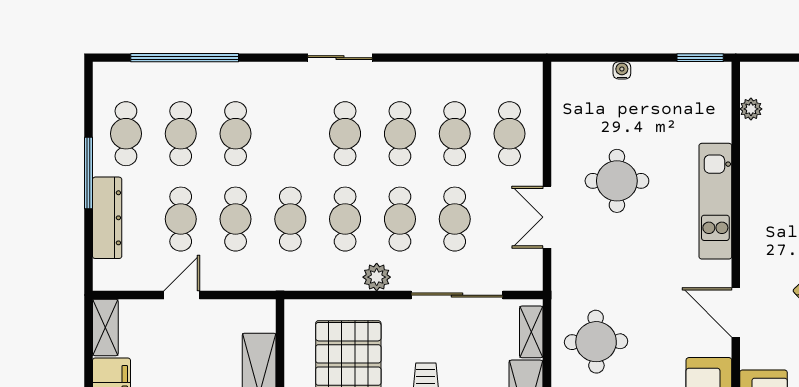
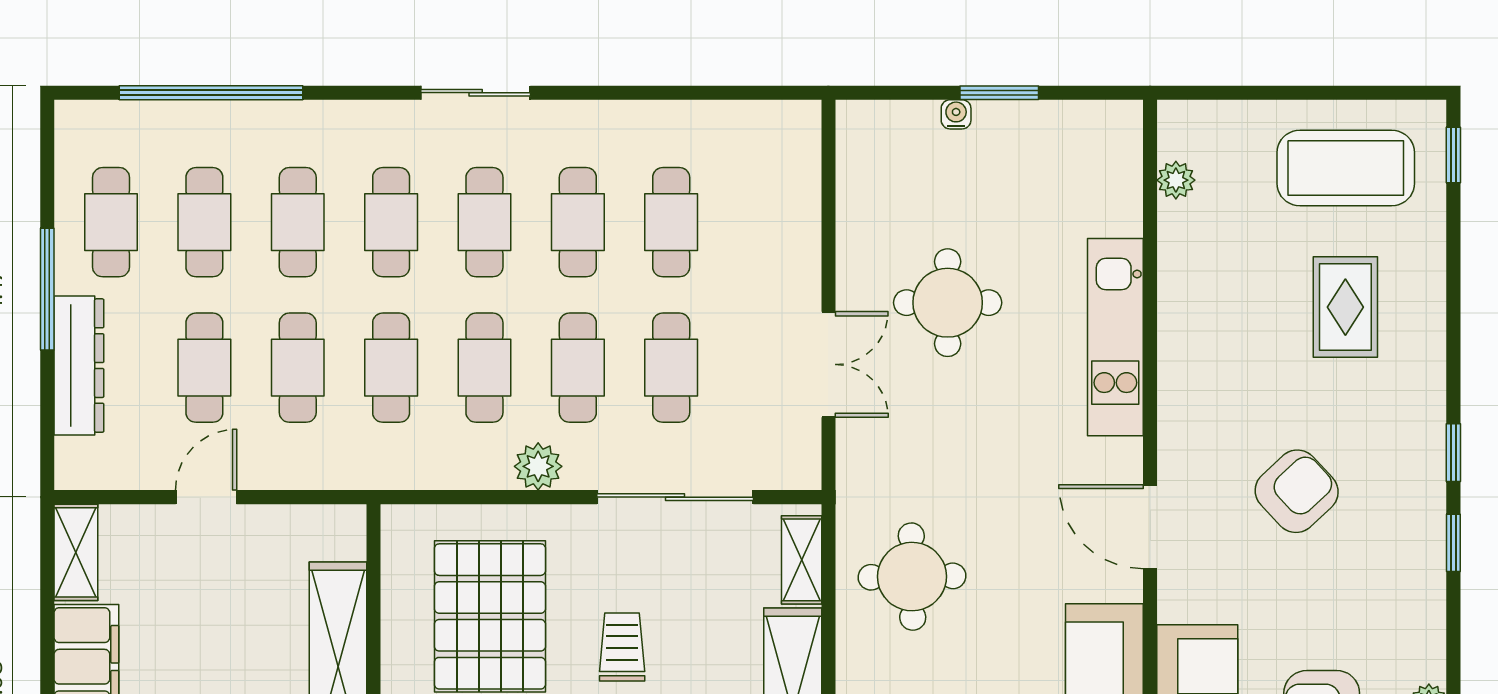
window: (700, 58) -> (999, 93), moved
cafe table: (509, 134) -> (391, 222), moved
double door: (547, 217) -> (828, 364), swing flipped

